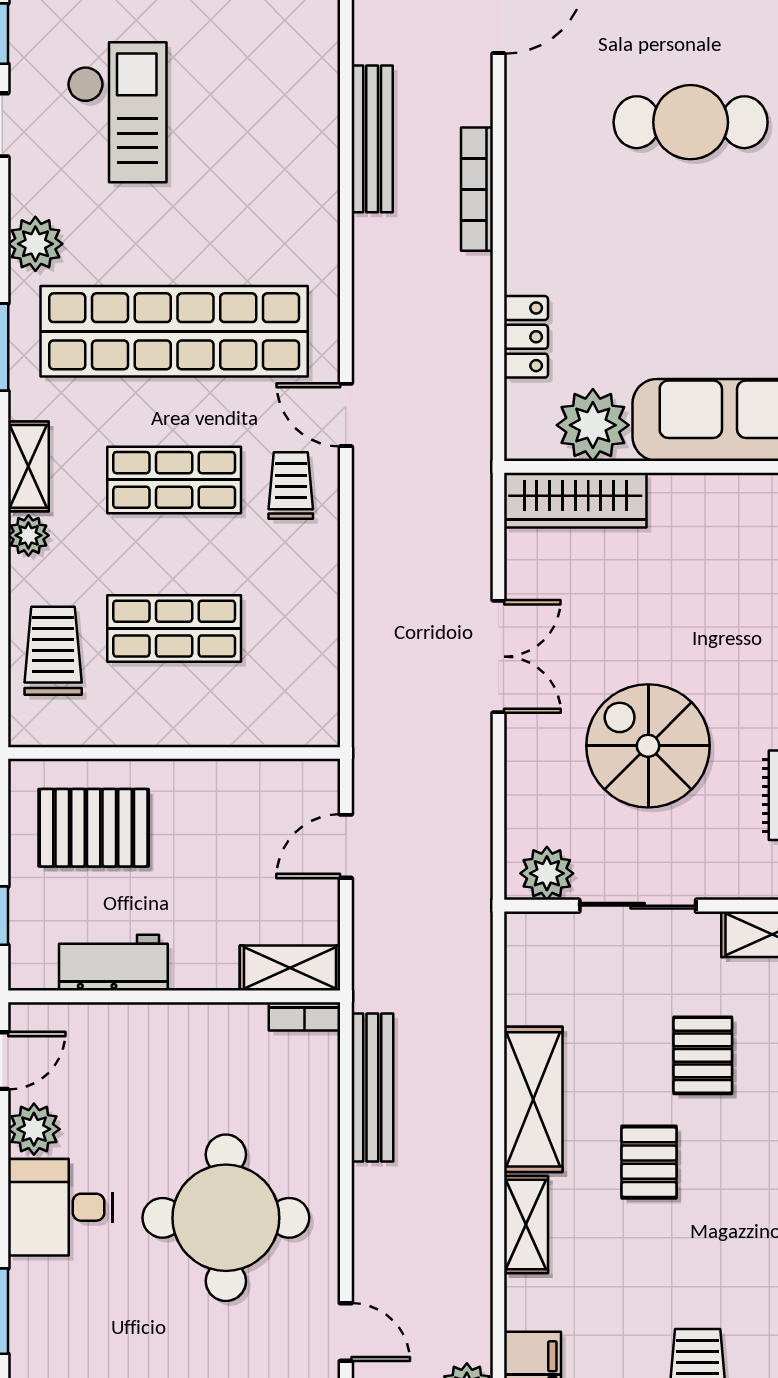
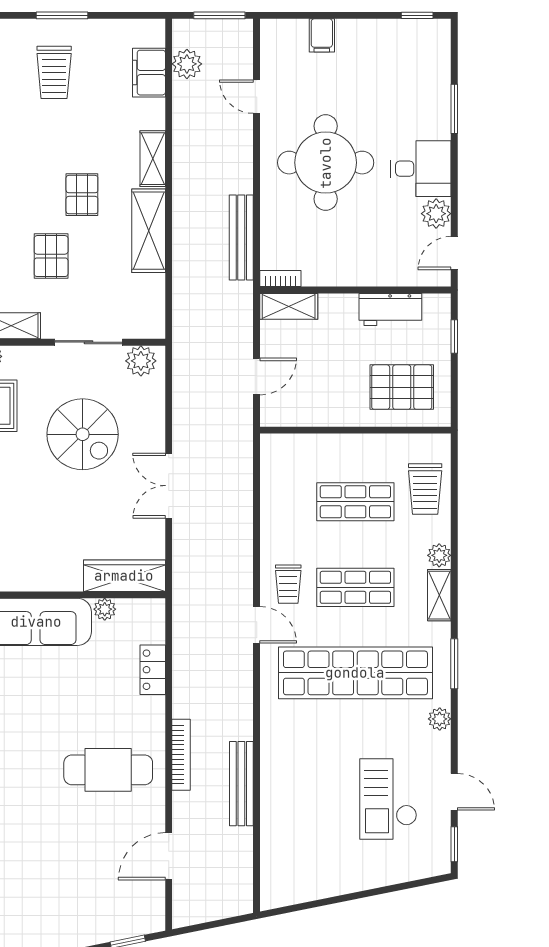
cafe table: (691, 122) -> (108, 770), moved
plant: (35, 244) -> (440, 719), width x0.73, depth x0.73
plant: (593, 425) -> (105, 609), width x0.53, depth x0.53

